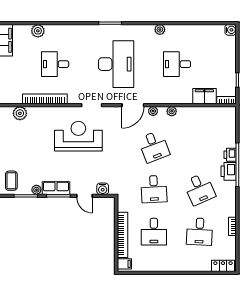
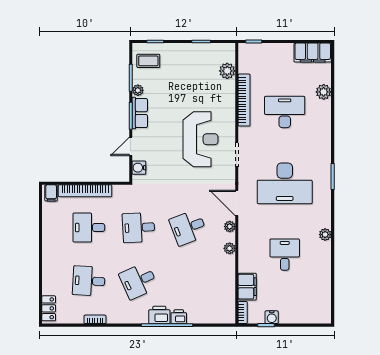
water cooler: (231, 30) -> (272, 317), moved
desk: (55, 64) -> (285, 112), width x1.37

